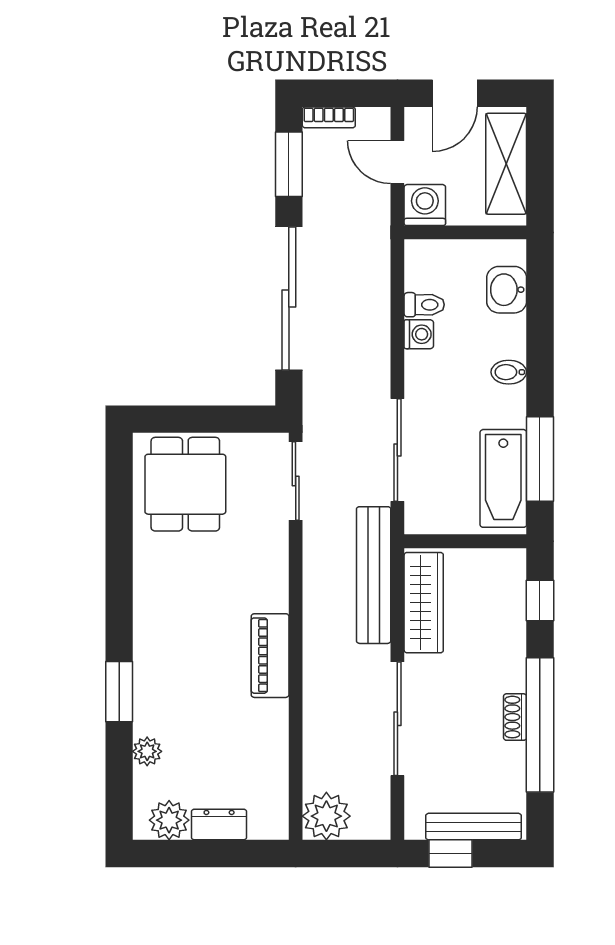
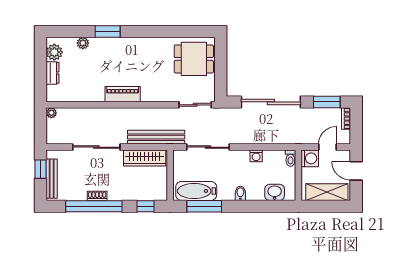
toilet: (424, 305) -> (290, 158), moved
plant: (326, 816) -> (51, 113), width x0.53, depth x0.53

